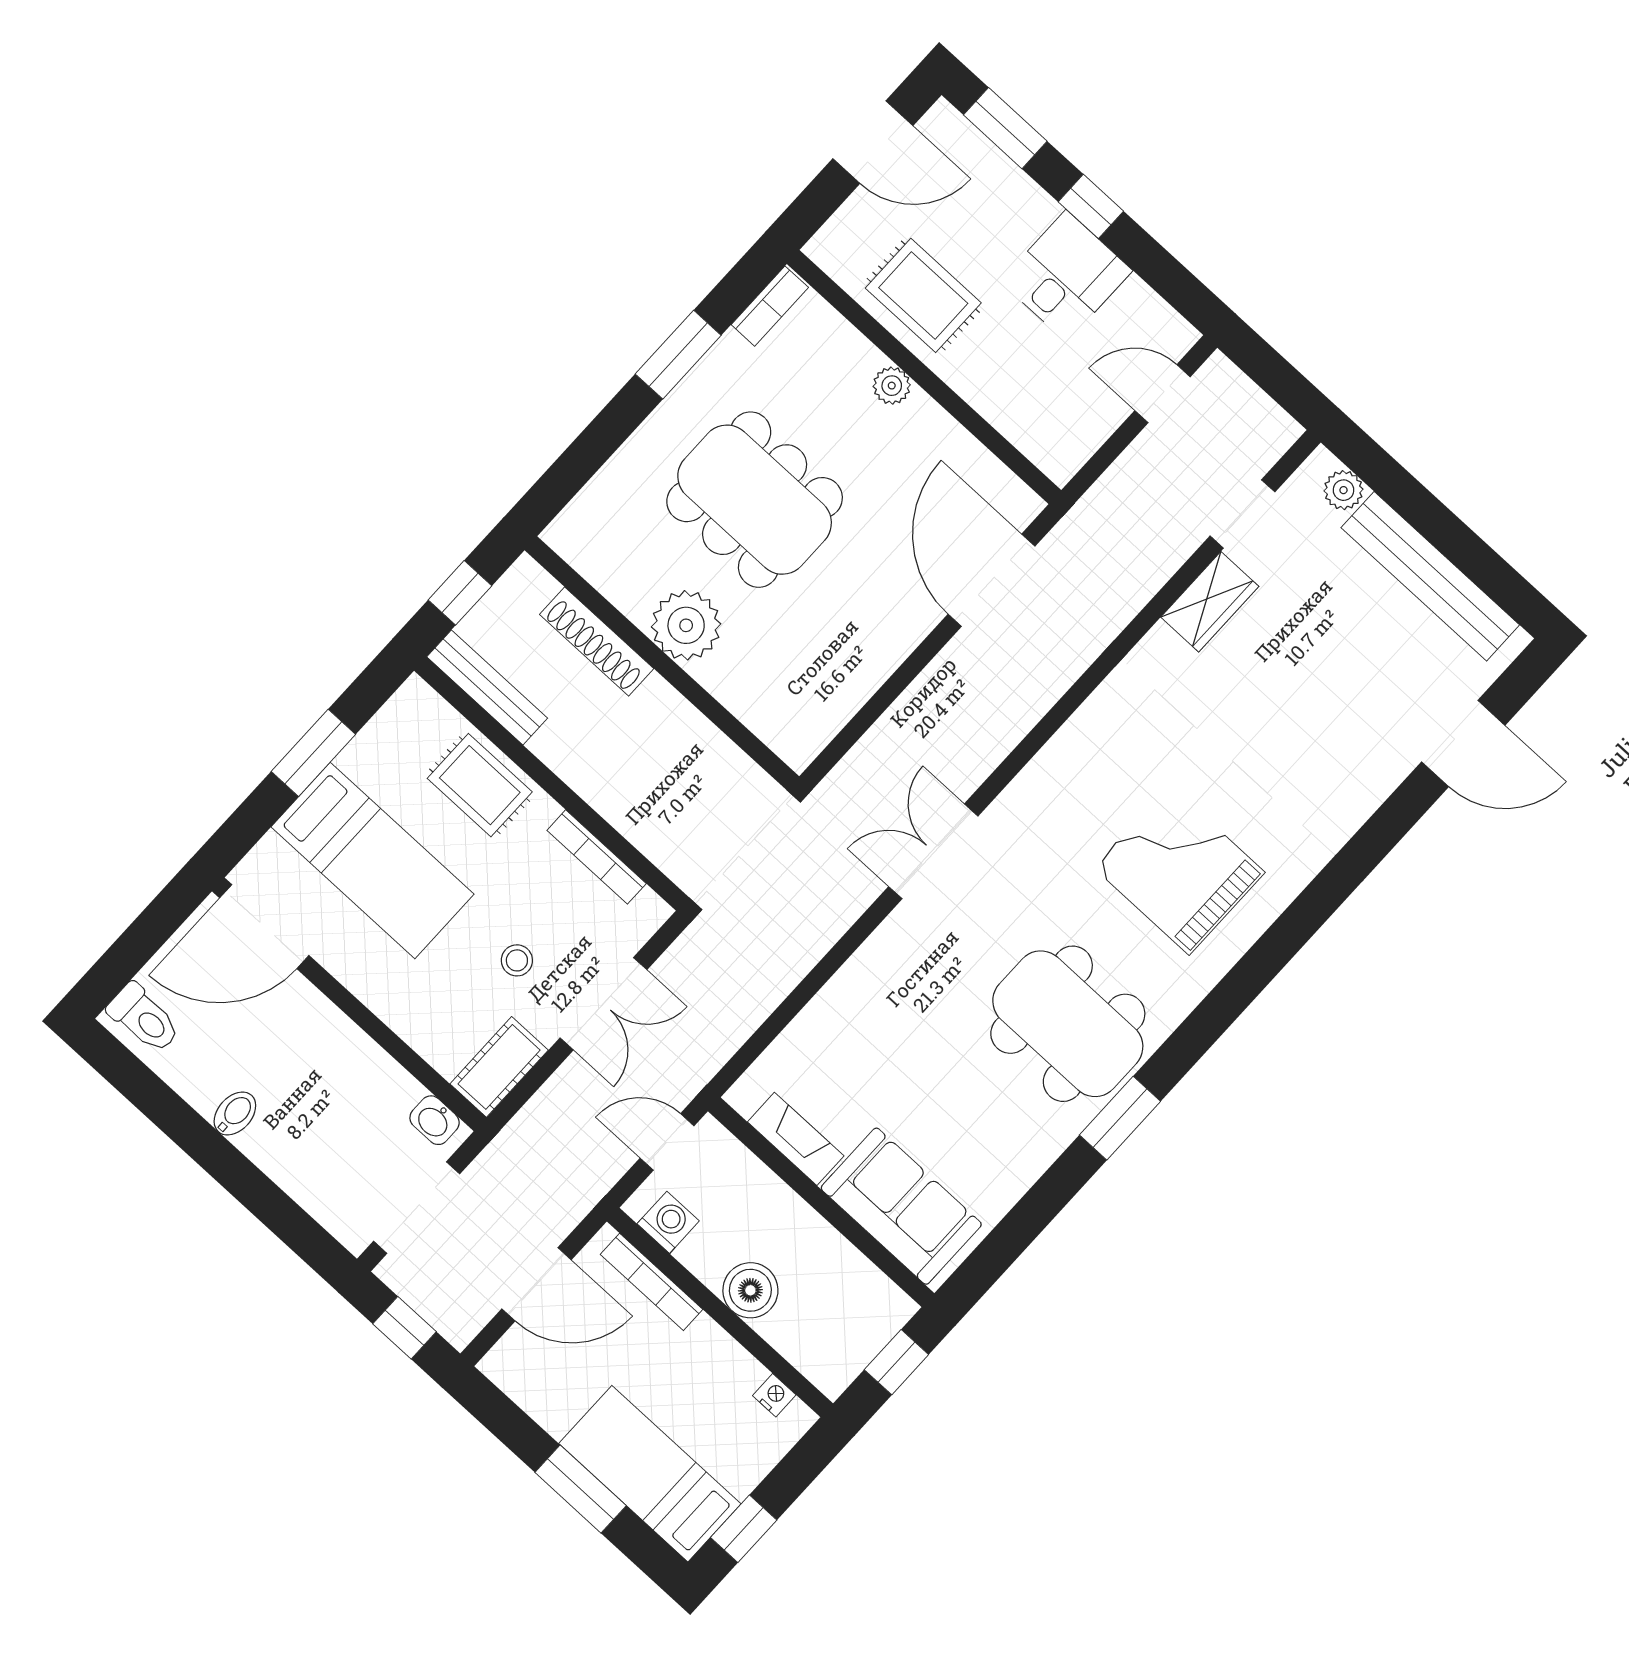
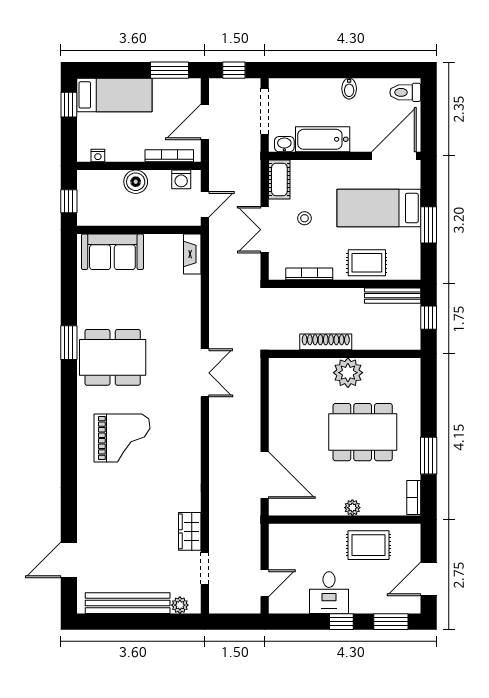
shoe rack: (597, 641) -> (326, 342), moved
bathtub: (361, 1068) -> (323, 139), added
fireplace: (796, 1139) -> (192, 254), moved, turned 90
window: (581, 1489) -> (169, 70), moved

